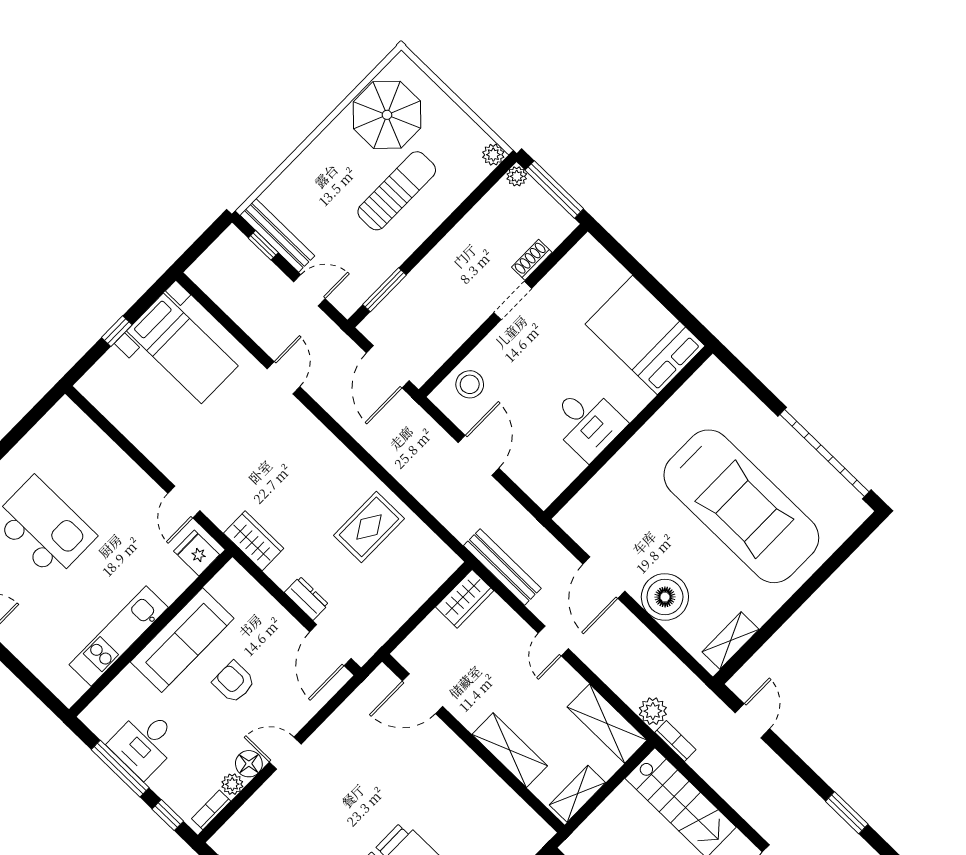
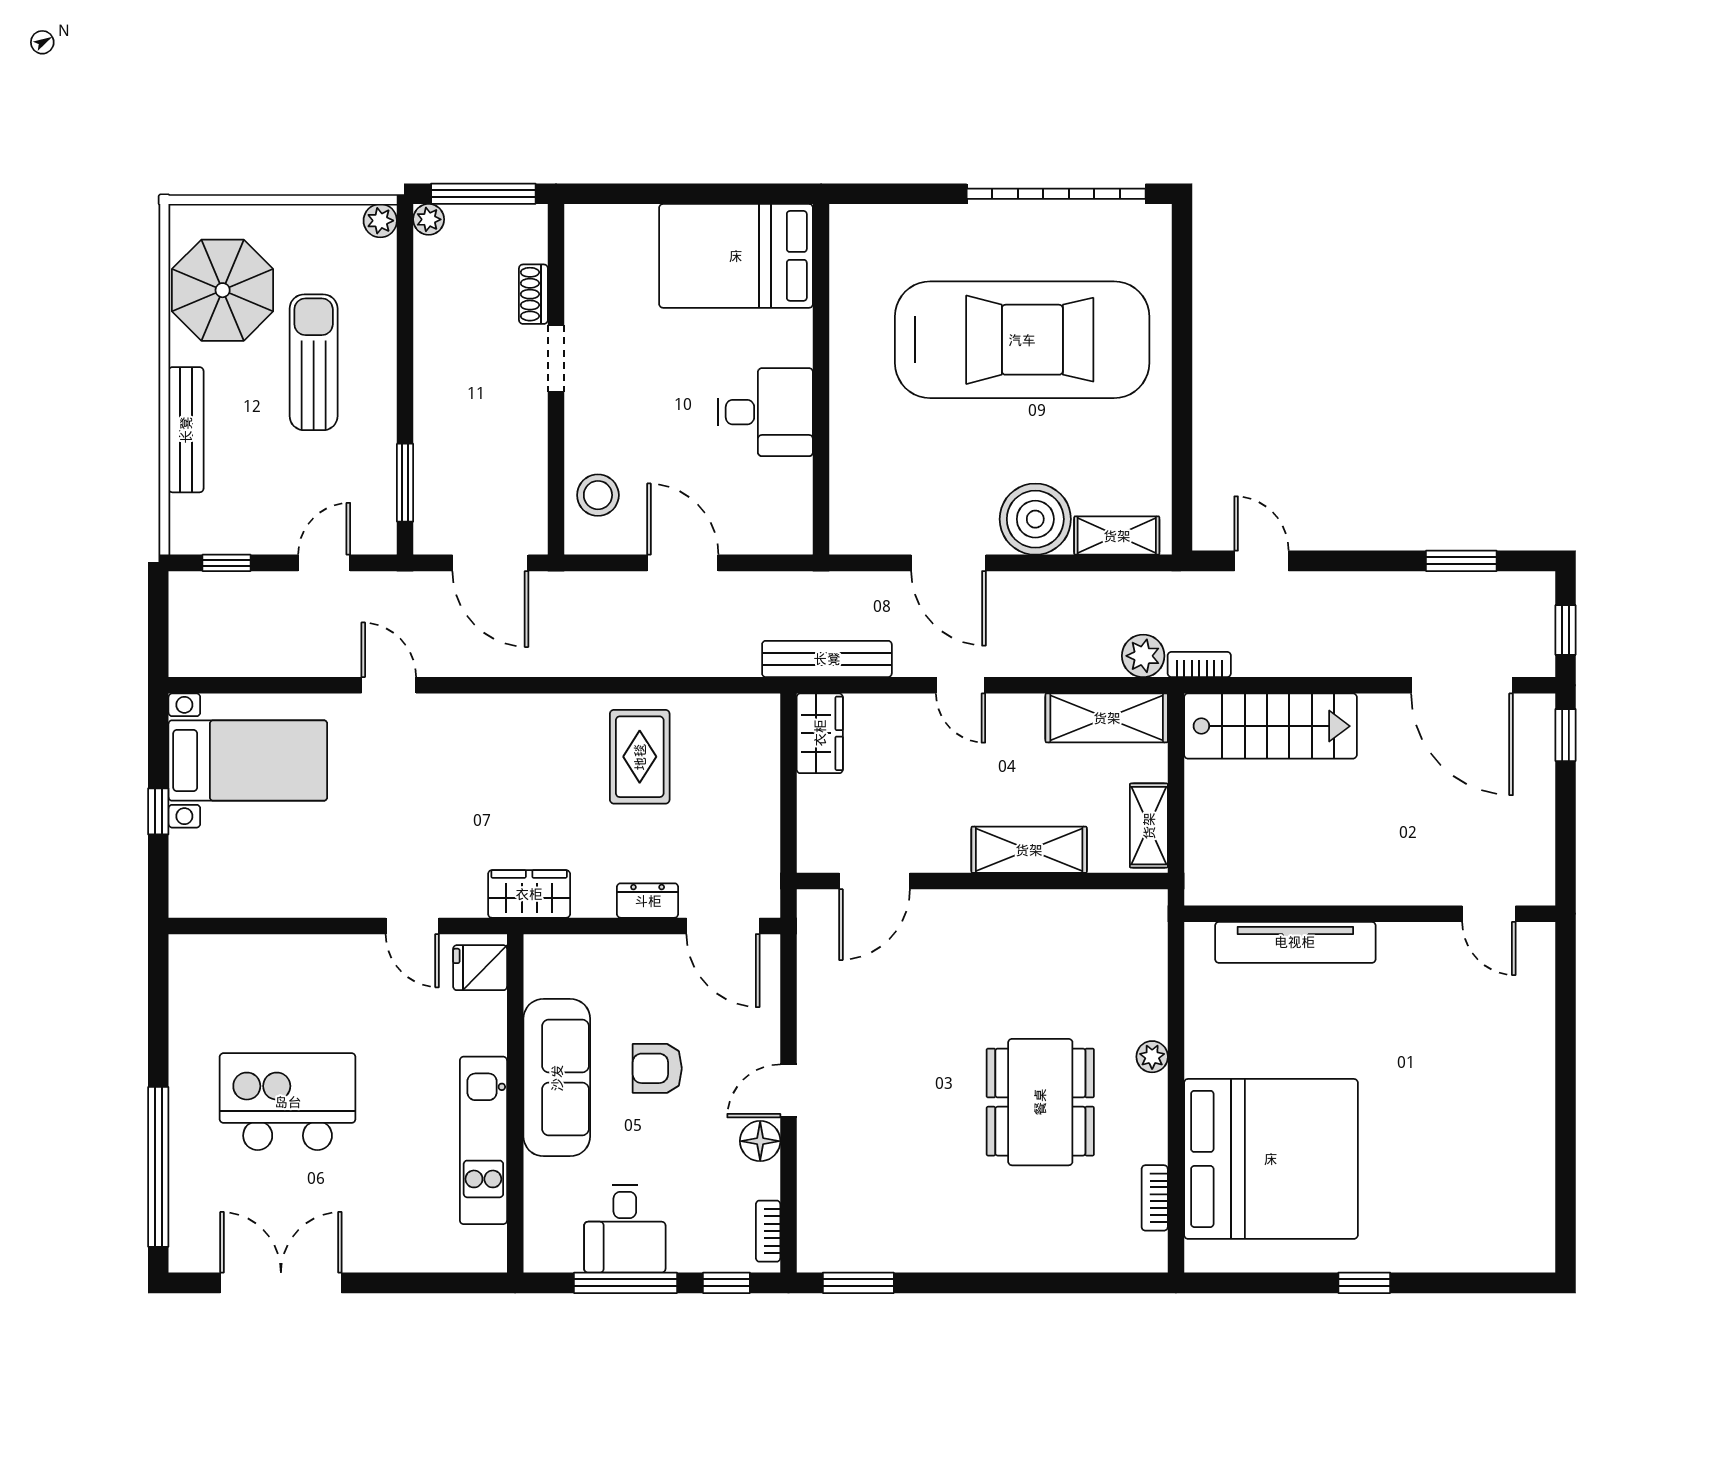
bench: (277, 235) -> (186, 430), moved, turned 90
shelving: (731, 641) -> (1117, 536), moved, turned 90
plant: (232, 784) -> (764, 1181), removed

